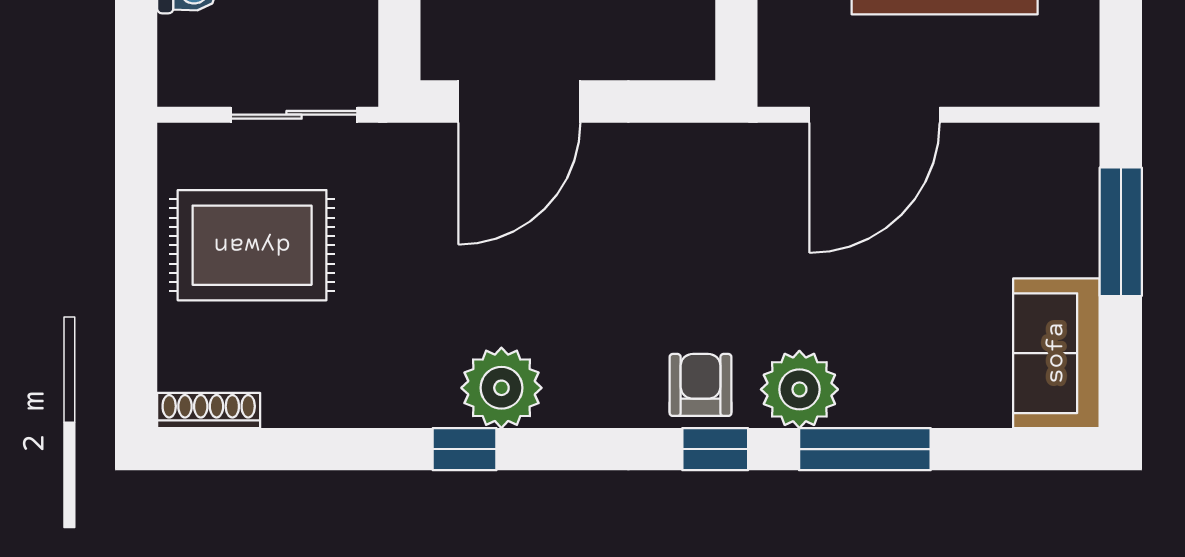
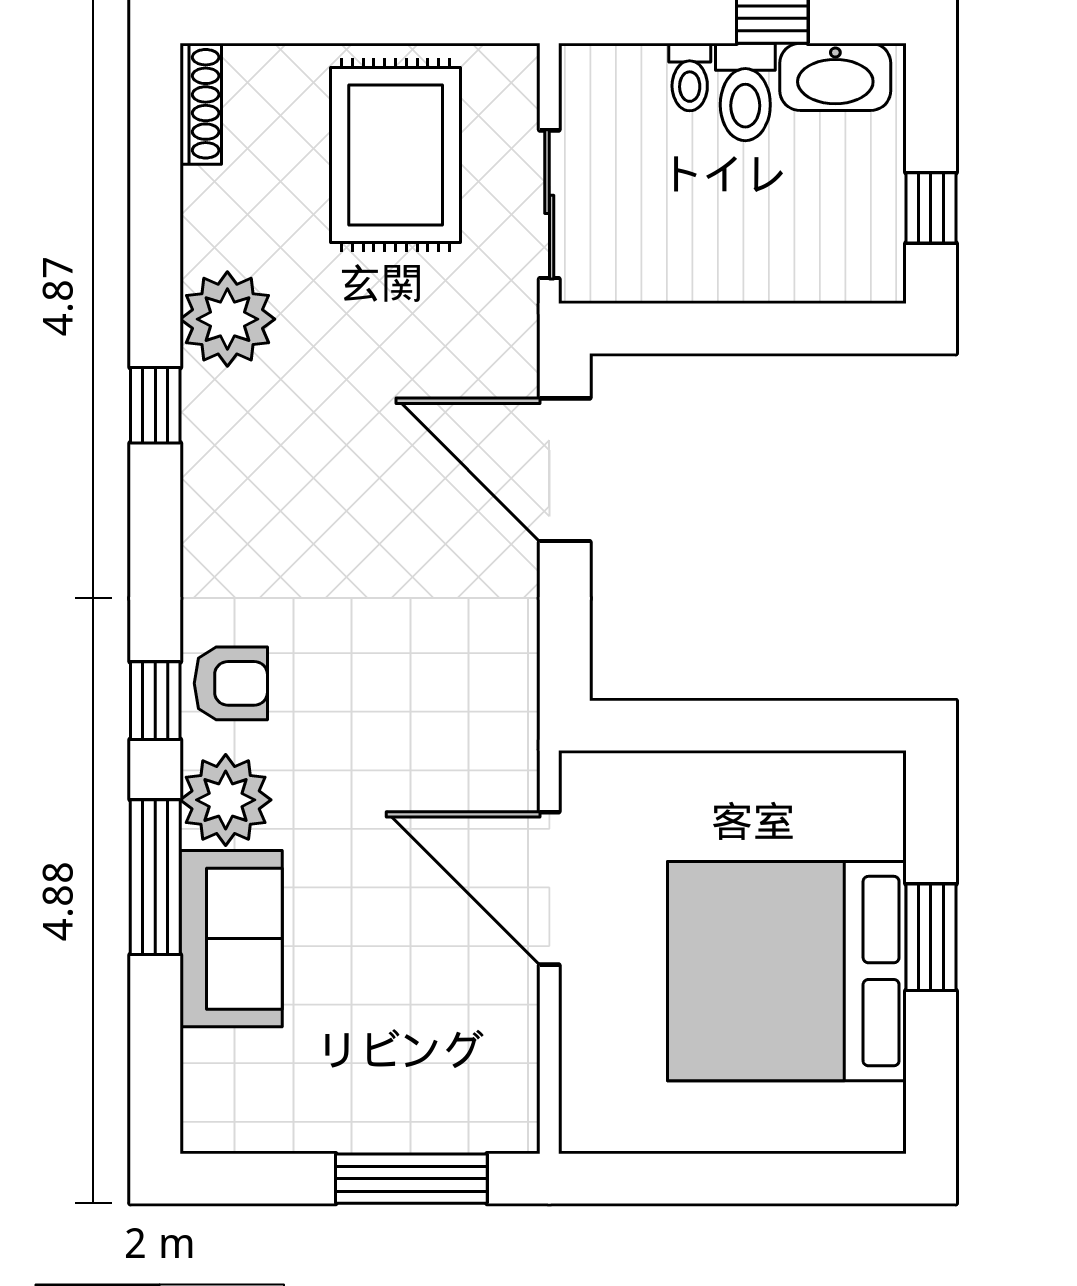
sofa: (1056, 353) -> (231, 939), moved, turned 90
plant: (501, 388) -> (227, 319), moved

